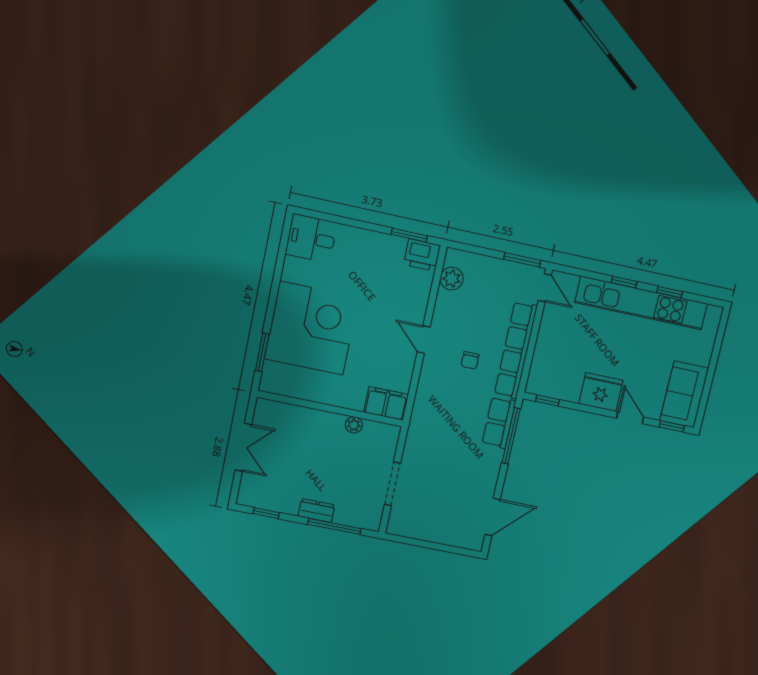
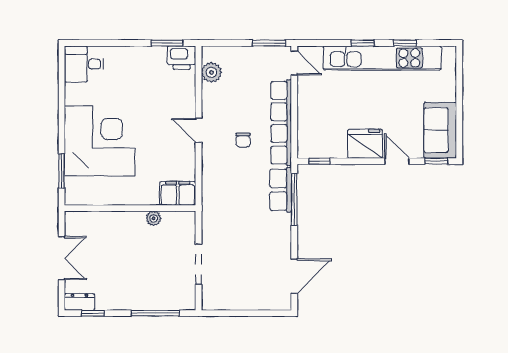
dresser: (316, 510) -> (80, 302), moved

